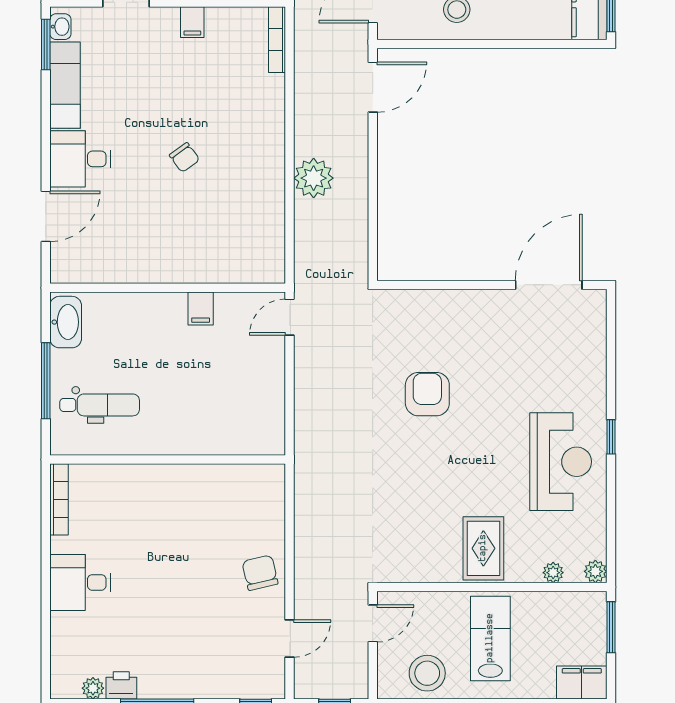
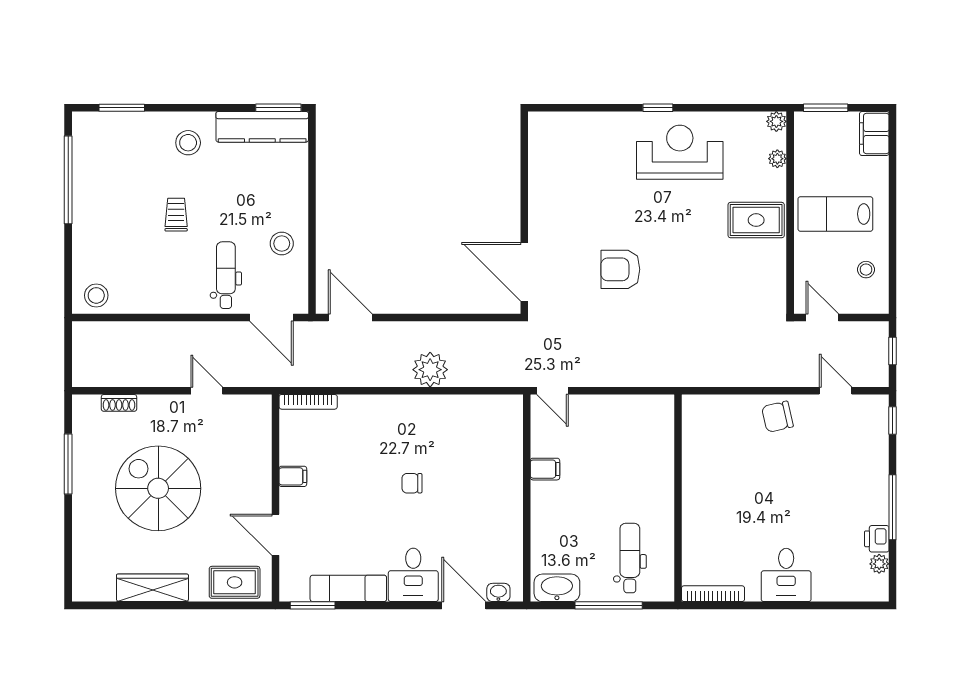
washbasin: (60, 27) -> (498, 592), moved
chair: (184, 157) -> (412, 483), turned -144
door: (549, 285) -> (524, 272), moved
stool: (427, 673) -> (866, 270), width x0.53, depth x0.53

